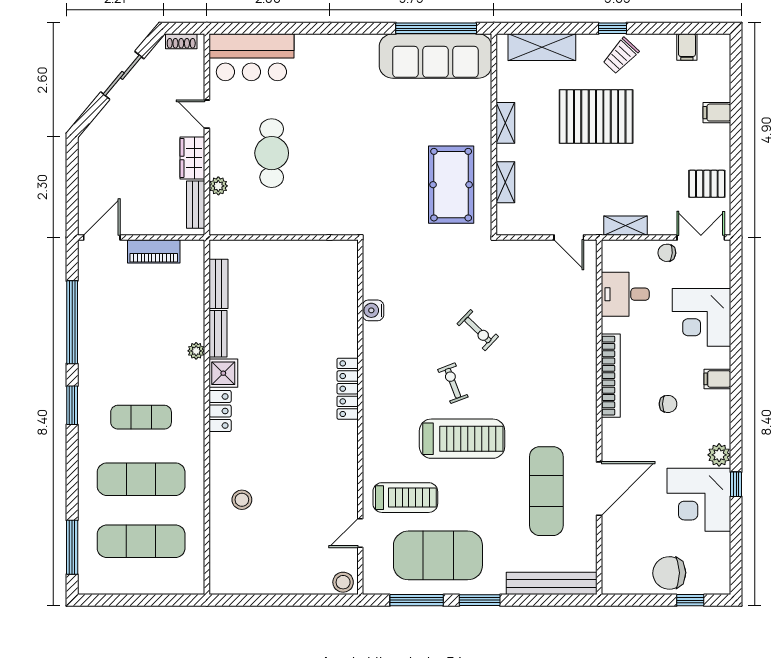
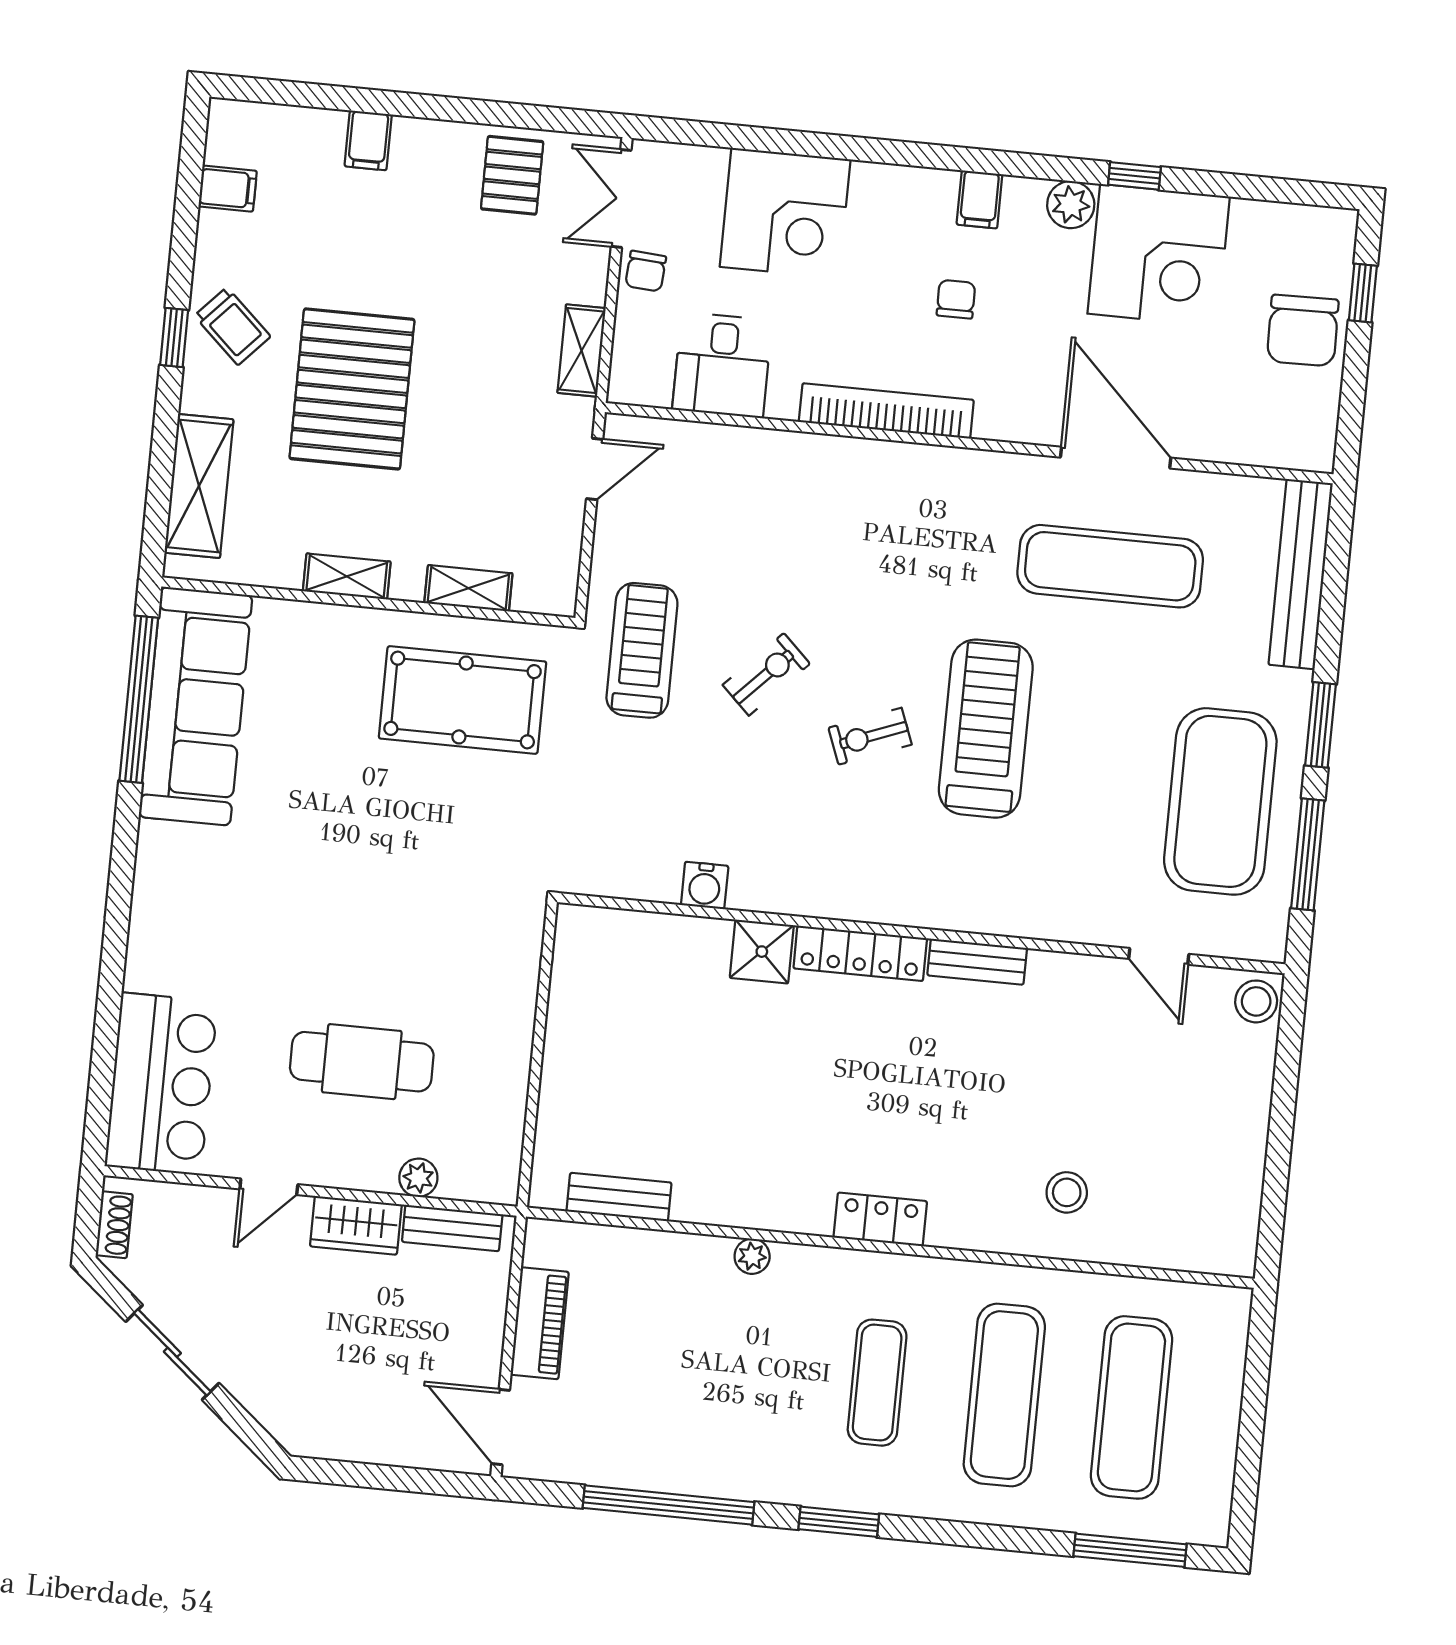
bench: (218, 334) -> (977, 962), moved
shower: (223, 373) -> (762, 952), moved
filing cabinet: (717, 379) -> (979, 199), moved
treadmill: (405, 498) -> (642, 650), moved

